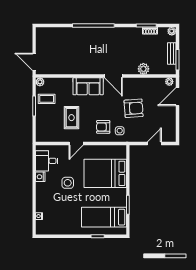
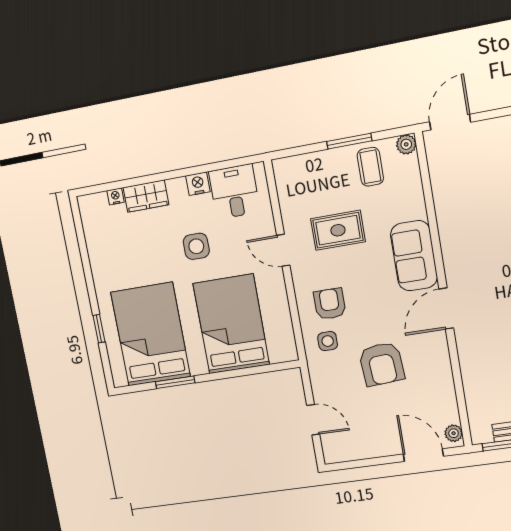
plant: (143, 69) -> (473, 373), removed
wardrobe: (41, 202) -> (146, 196), added
bed: (104, 217) -> (150, 334), width x1.50

